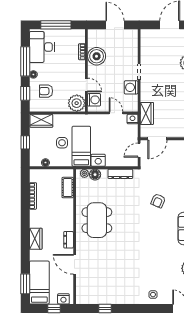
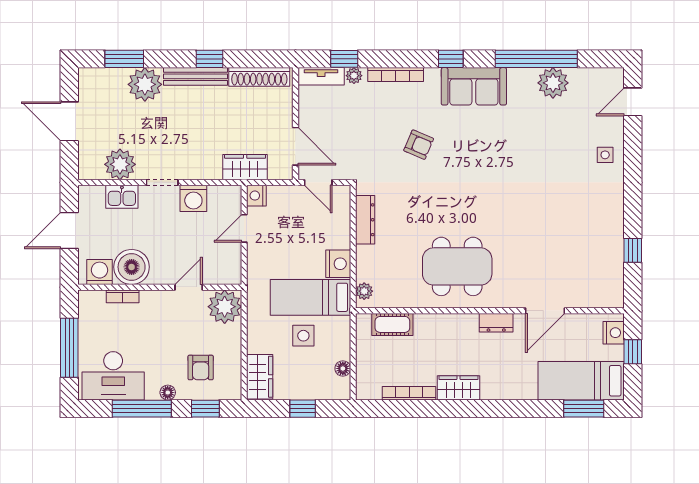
plant: (148, 50) -> (120, 164), added
kitchen sink: (132, 51) -> (122, 197), added
washing machine: (94, 100) -> (100, 272), moved
floor lamp: (95, 175) -> (367, 270), removed
wardrobe: (36, 239) -> (459, 388), moved

